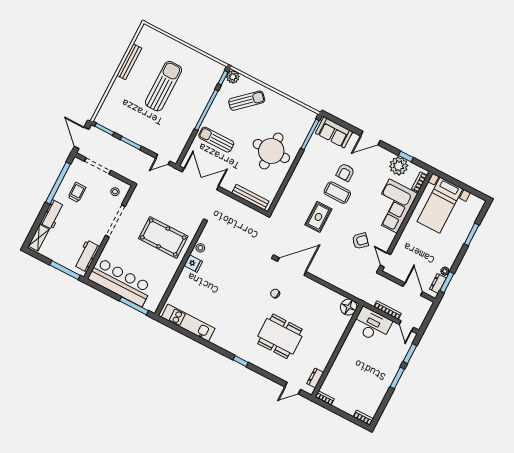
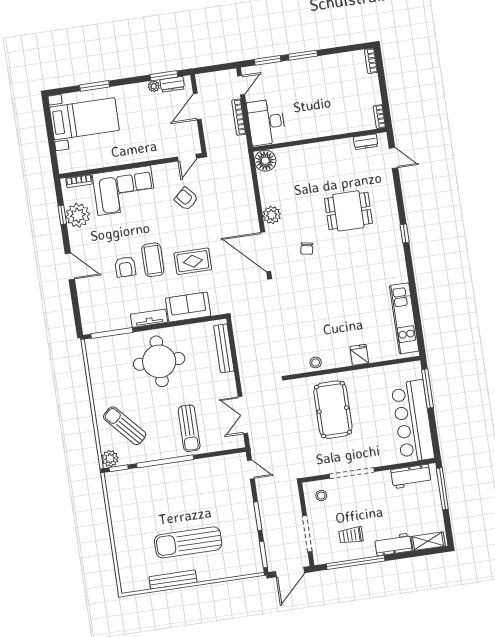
sun lounger: (164, 86) -> (188, 542), moved
sofa: (334, 132) -> (188, 307), moved, turned -90
tv unit: (303, 164) -> (149, 318), added
armchair: (345, 172) -> (125, 267), turned 90
double door: (200, 179) -> (243, 415), width x0.73
bed with nightstands: (440, 205) -> (84, 119), moved
fridge: (193, 264) -> (359, 355), moved
plant: (312, 287) -> (272, 215), added
dining table: (280, 336) -> (348, 211), width x0.73

